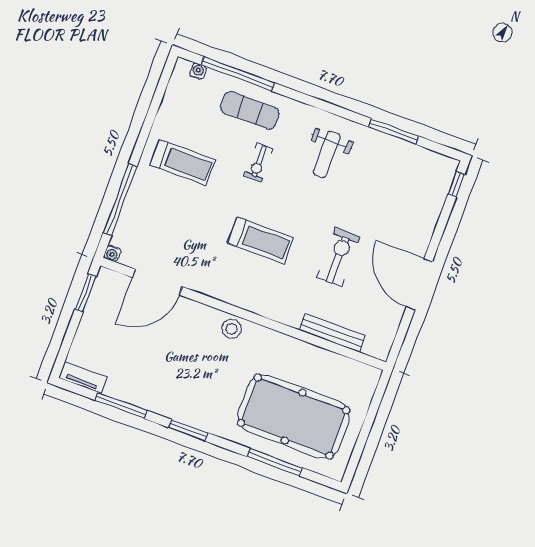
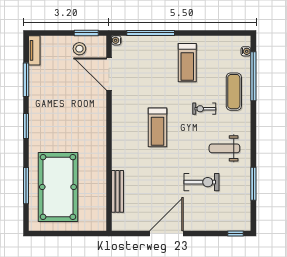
exercise bike: (338, 257) -> (201, 182), moved
stool: (232, 329) -> (79, 49), moved

